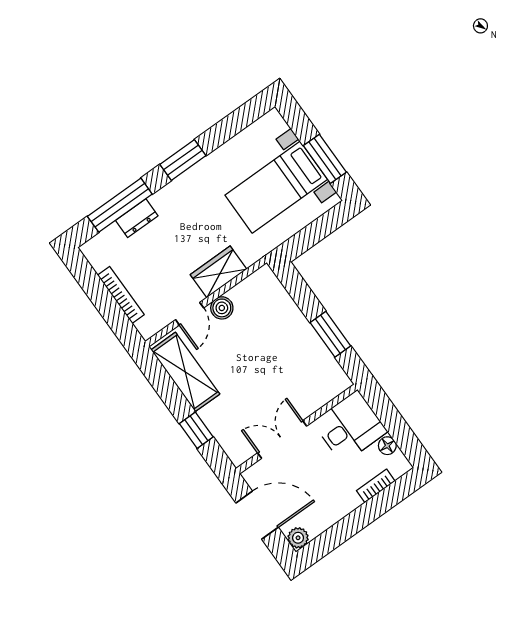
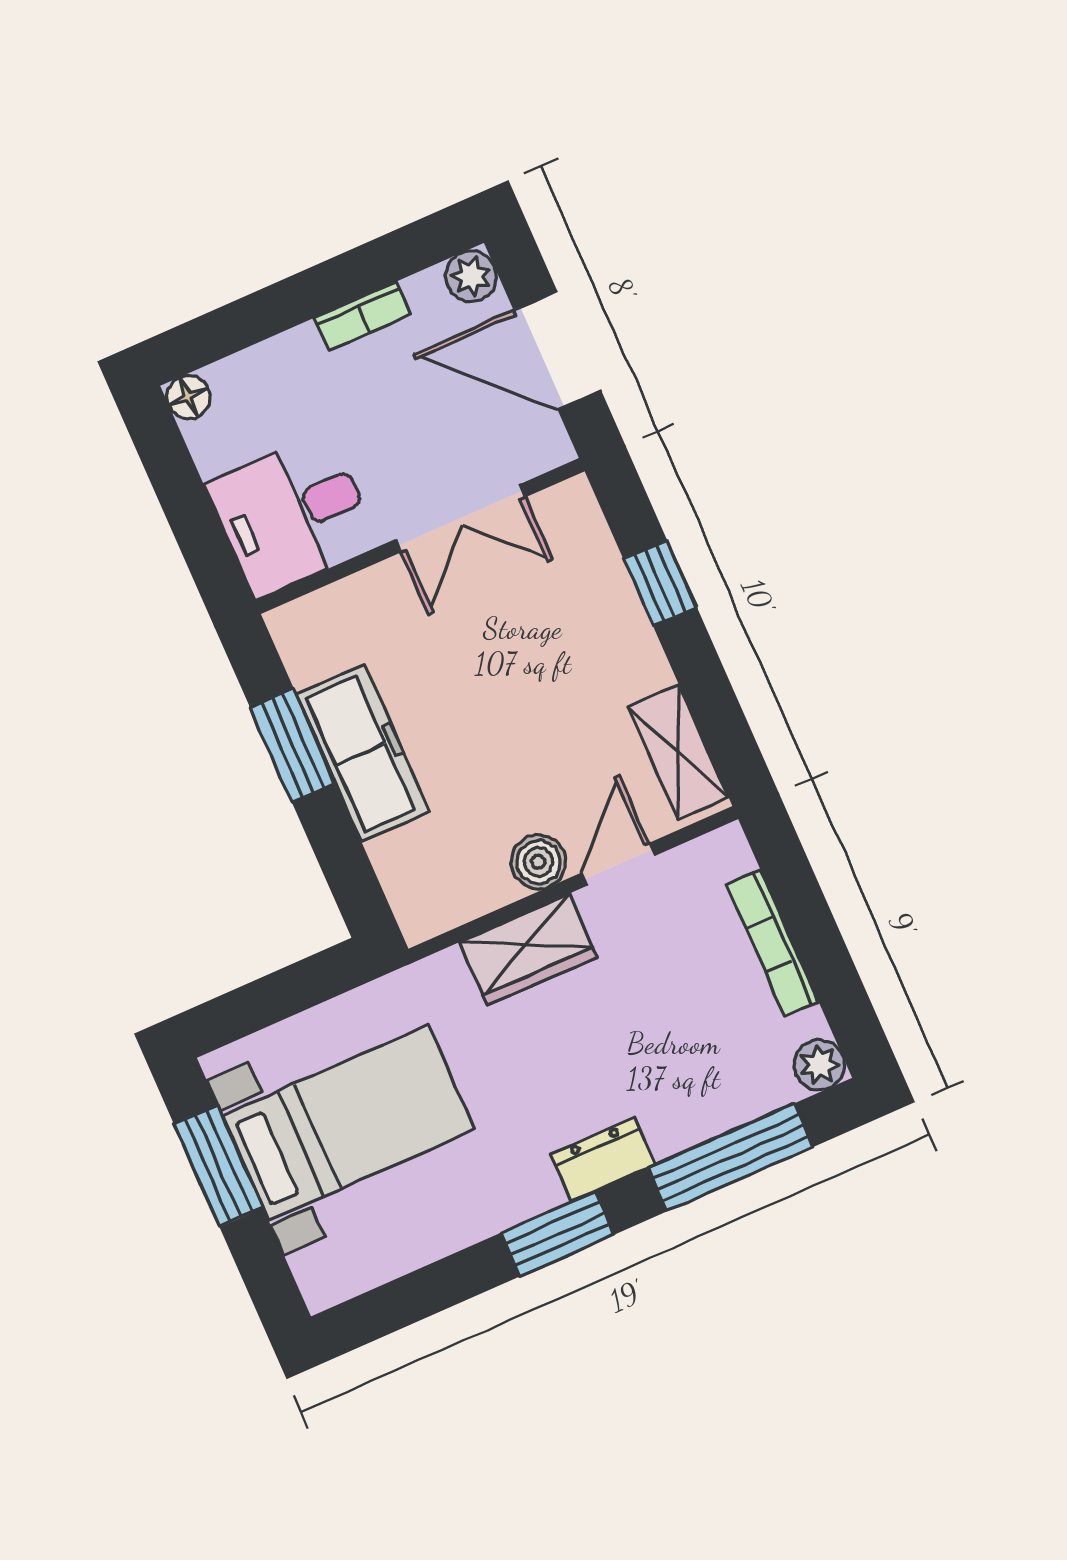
dresser: (137, 218) -> (603, 1160), moved
plant: (92, 250) -> (819, 1065), added
freezer: (301, 337) -> (363, 753), added
shelving: (185, 372) -> (678, 752), width x0.67, depth x0.75
floor lamp: (387, 446) -> (188, 397), moved
bookcase: (376, 486) -> (363, 316), moved

